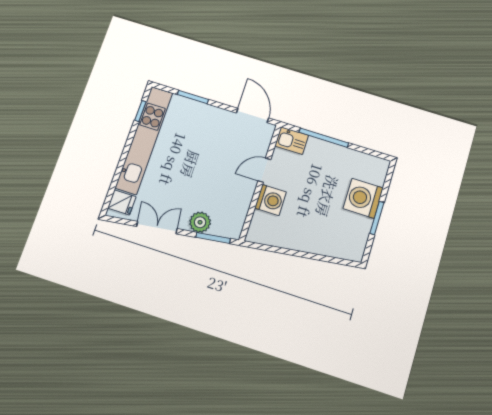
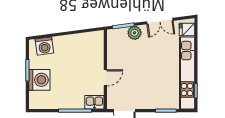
washing machine: (271, 200) -> (44, 46), moved, turned -98

